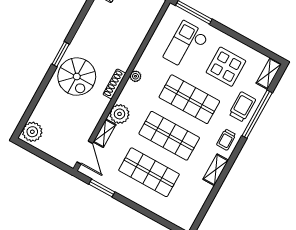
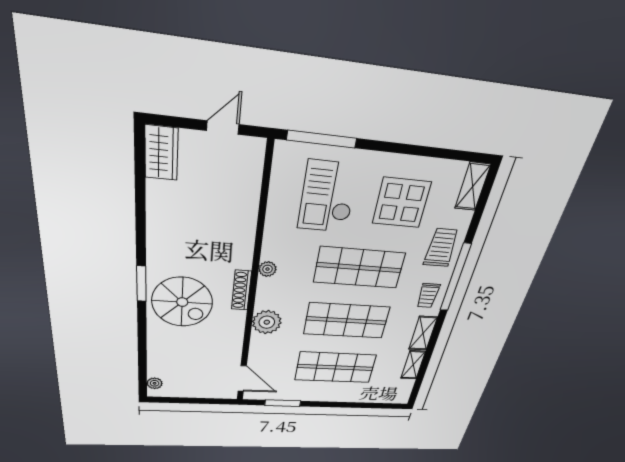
window: (257, 114) -> (455, 278), moved
plant: (32, 132) -> (155, 383), width x0.53, depth x0.53
shelving: (104, 133) -> (413, 365), moved

